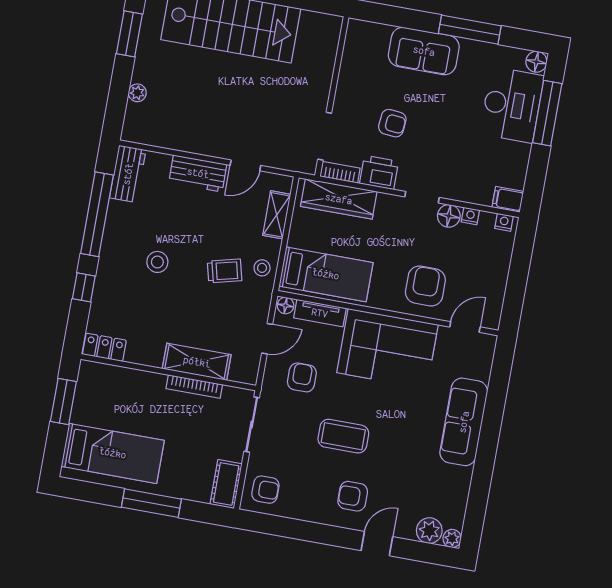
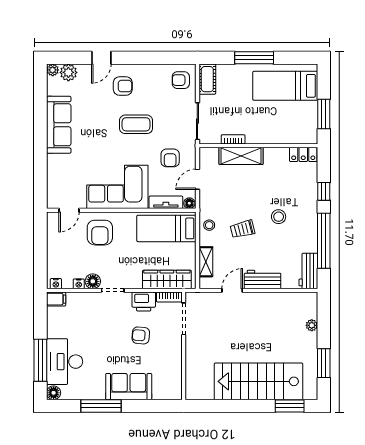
trolley: (225, 271) -> (243, 229), moved
bookcase: (194, 386) -> (233, 139), width x0.64
sofa: (464, 422) -> (59, 125), moved

